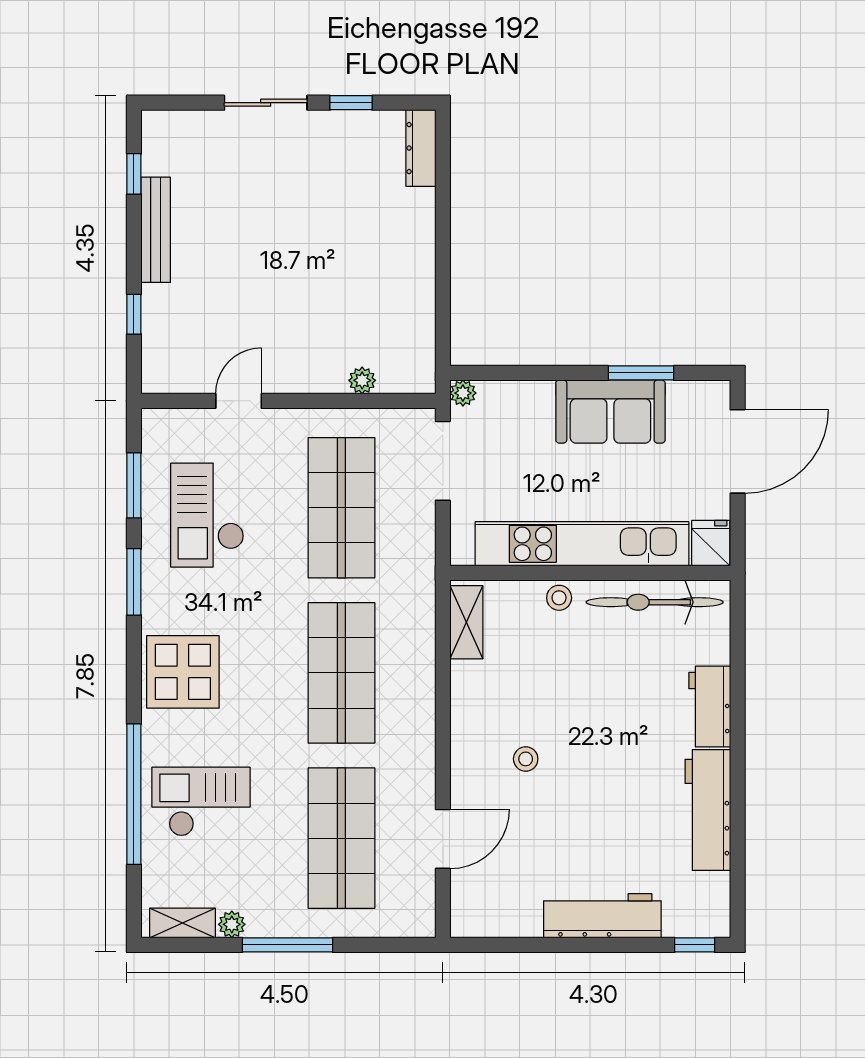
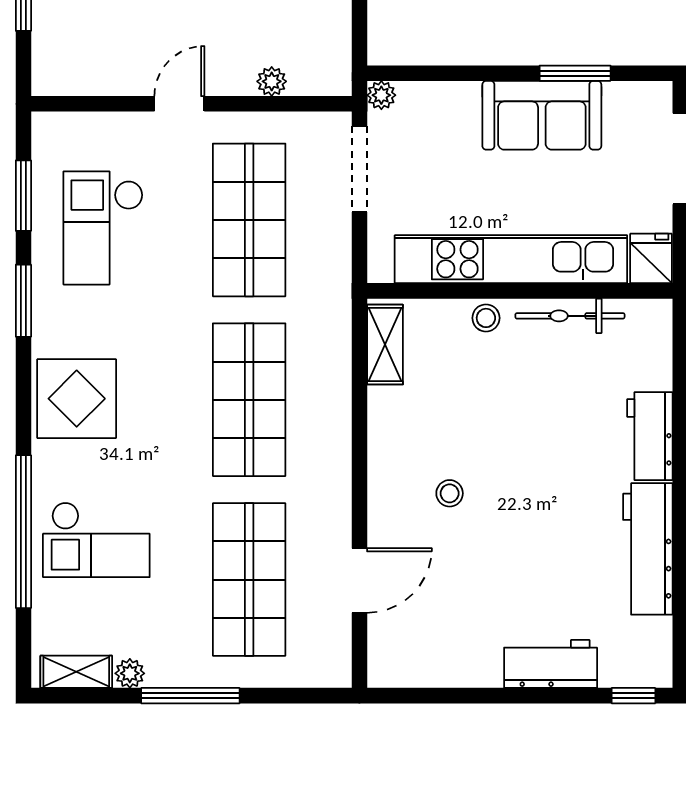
door: (239, 401) -> (179, 104), moved
bicycle: (655, 602) -> (570, 316), width x0.73, depth x0.71
checkout: (201, 802) -> (96, 540), turned 180
workbench: (602, 916) -> (551, 664), width x0.73

